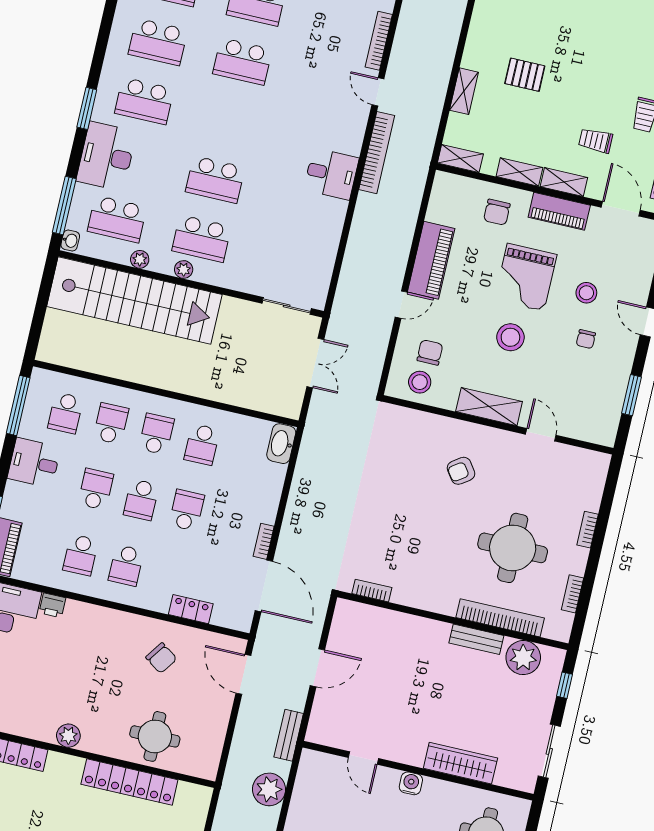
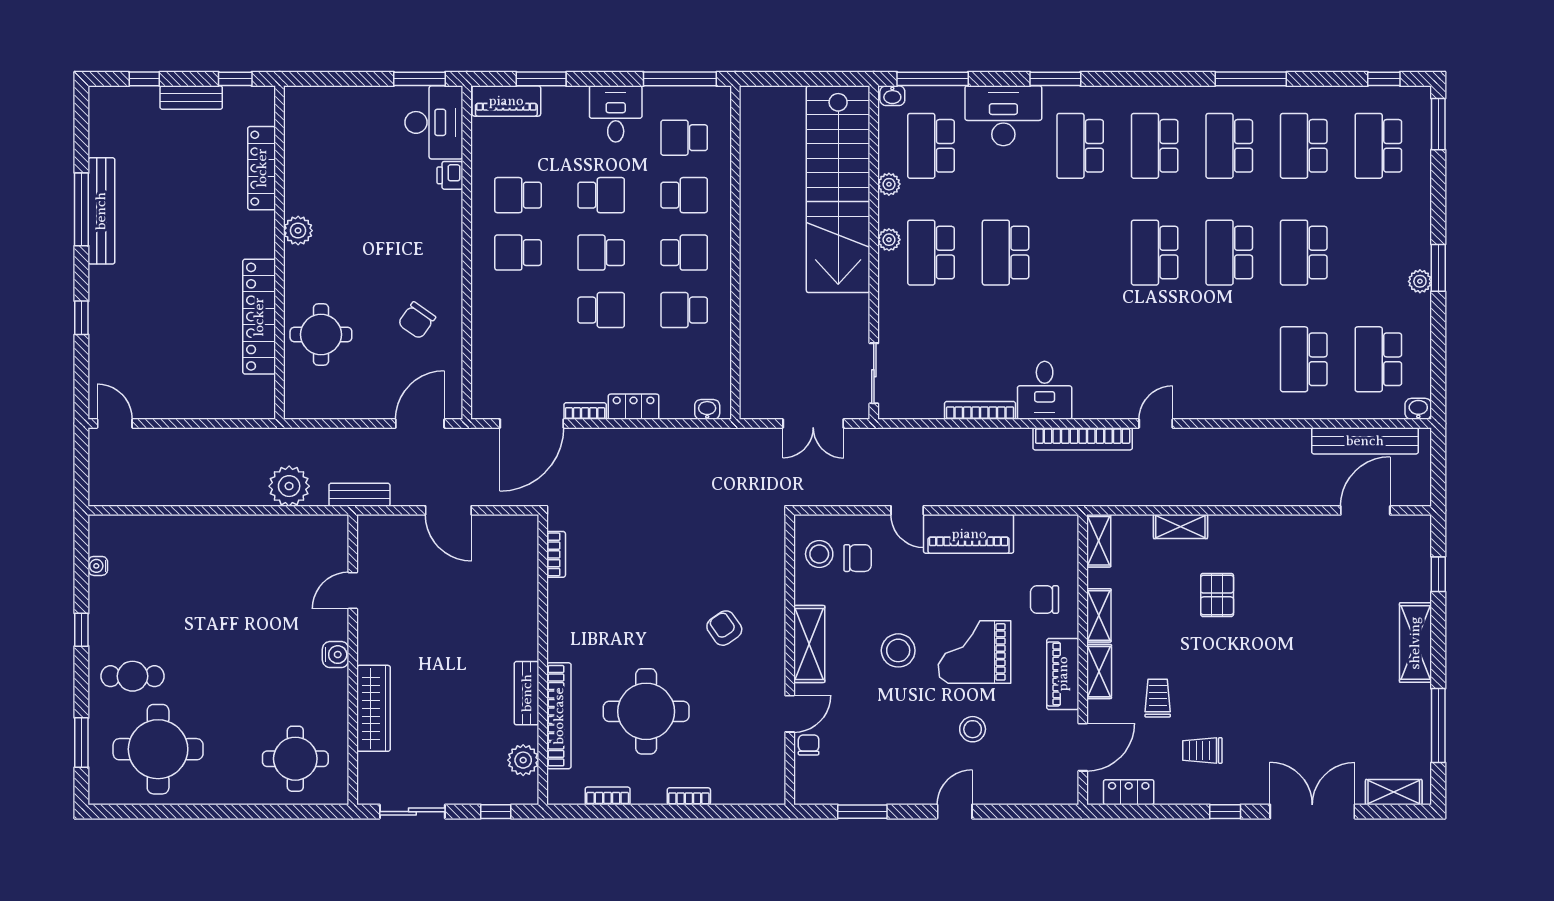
bookcase: (379, 41) -> (980, 410), moved
chair: (586, 339) -> (809, 745), moved, turned 90
washbasin: (281, 444) -> (707, 409), width x0.52, depth x0.69
locker: (191, 609) -> (634, 407), moved, turned -90
plant: (523, 658) -> (523, 760), width x0.73, depth x0.73

